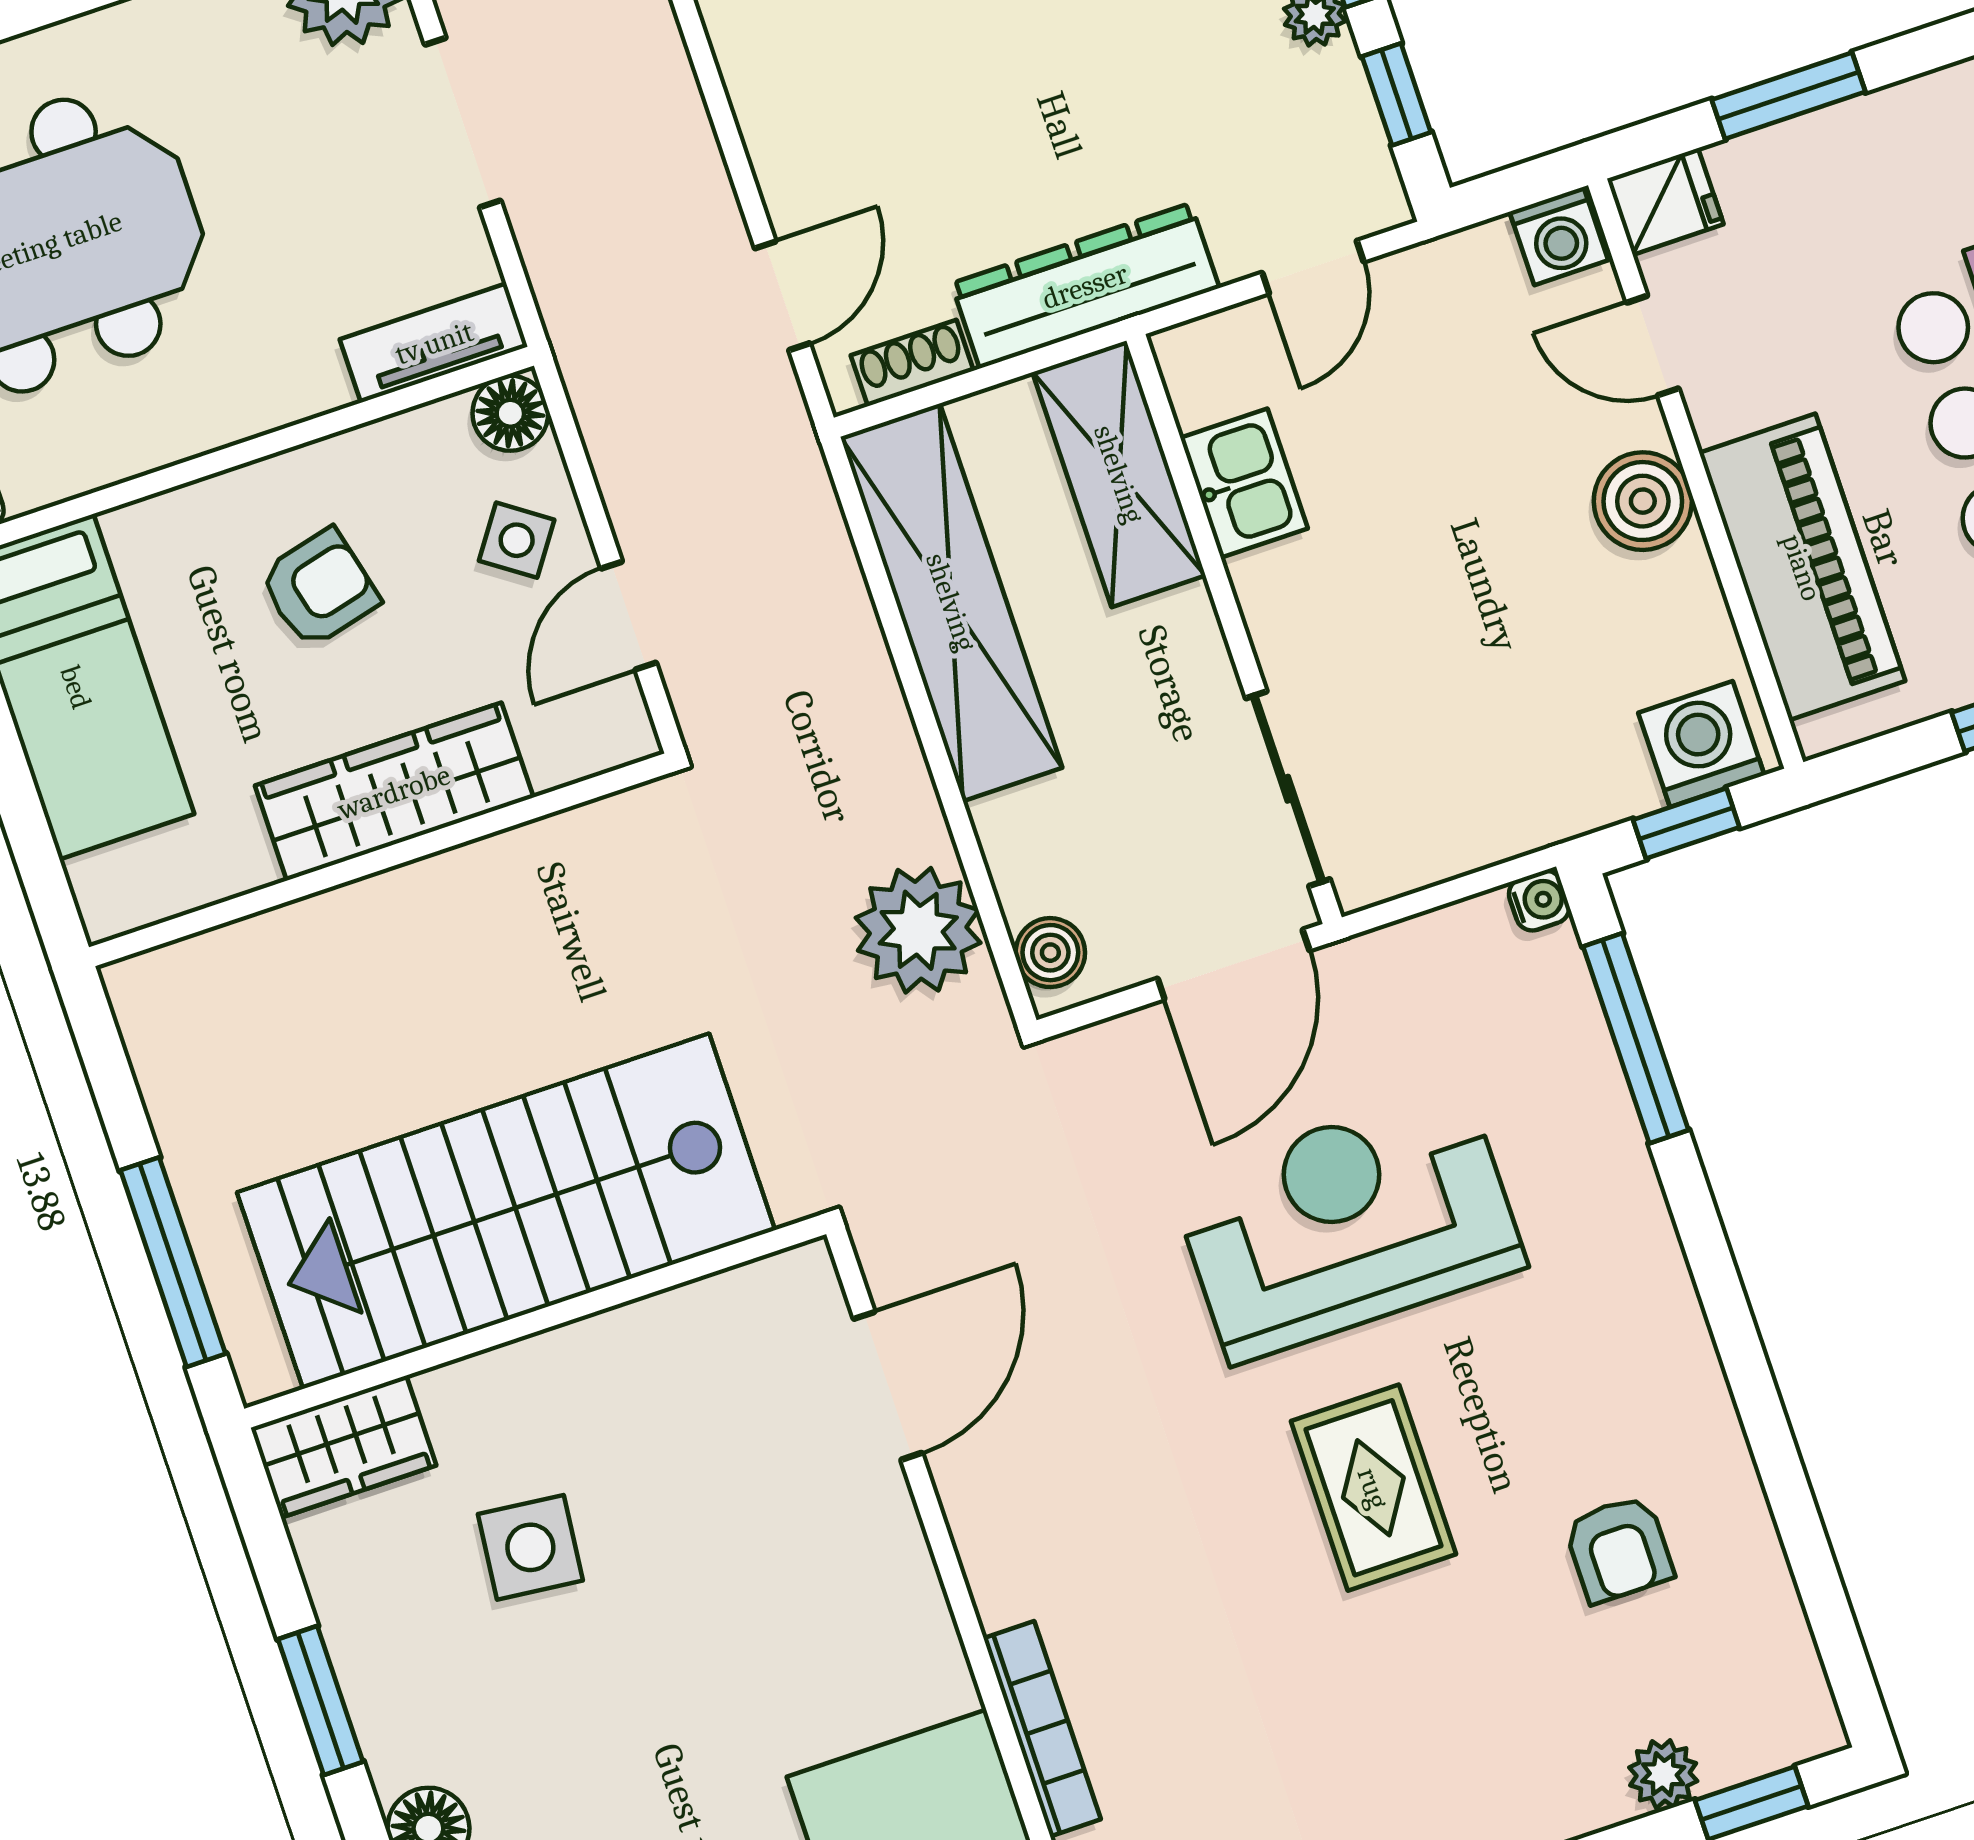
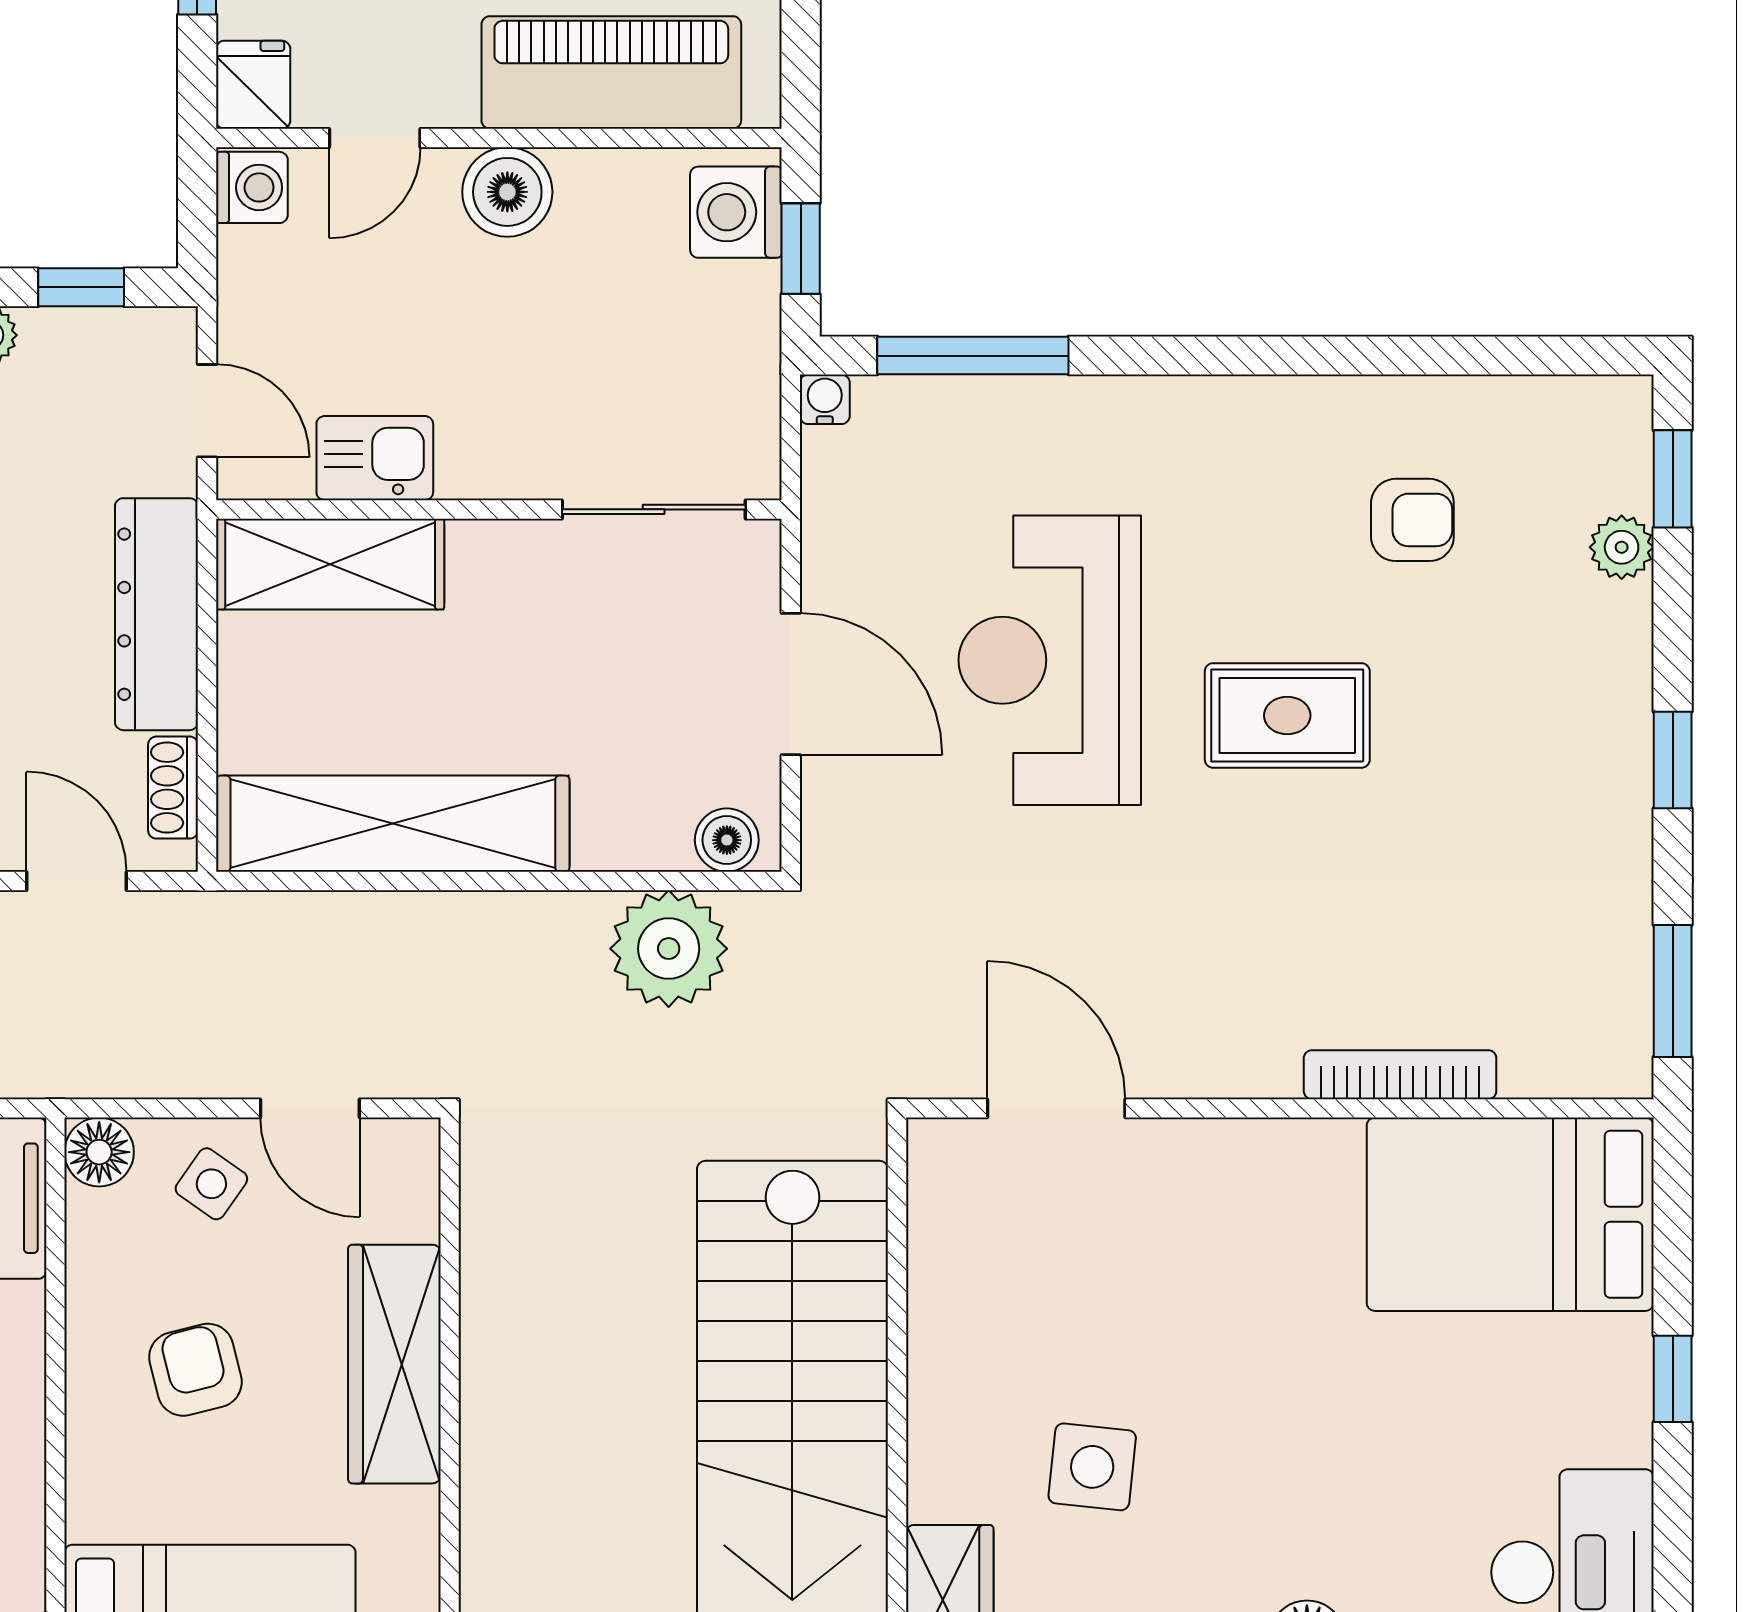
shelving: (1119, 474) -> (330, 564), moved
kitchen sink: (1244, 483) -> (375, 458), moved
wall: (1234, 629) -> (499, 509), moved
sliding door: (1288, 789) -> (654, 509), moved

